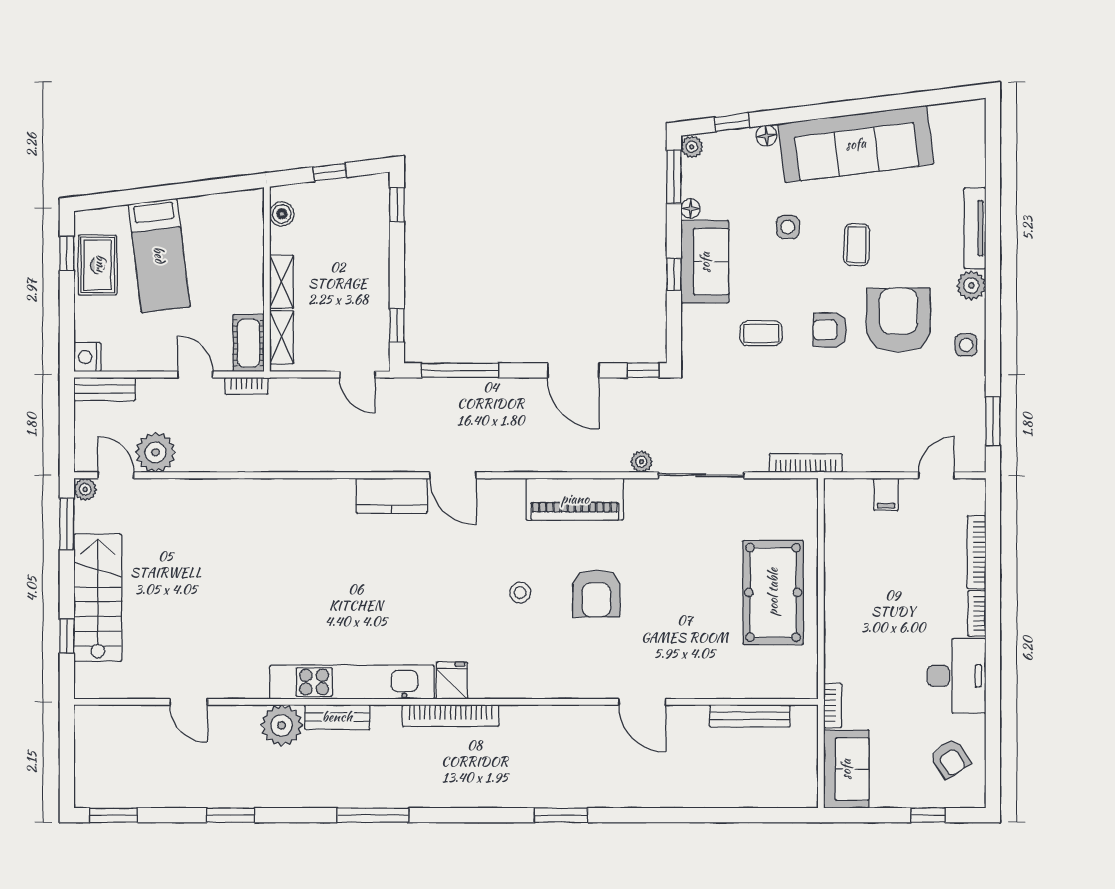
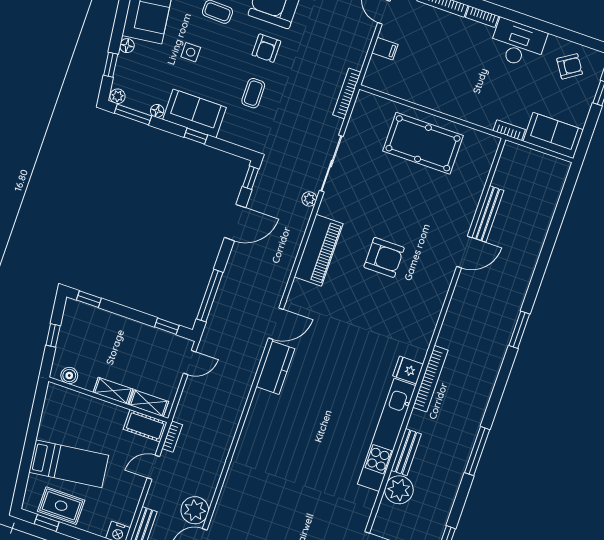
stool: (520, 593) -> (367, 306), removed
bench: (750, 716) -> (488, 214), moved

